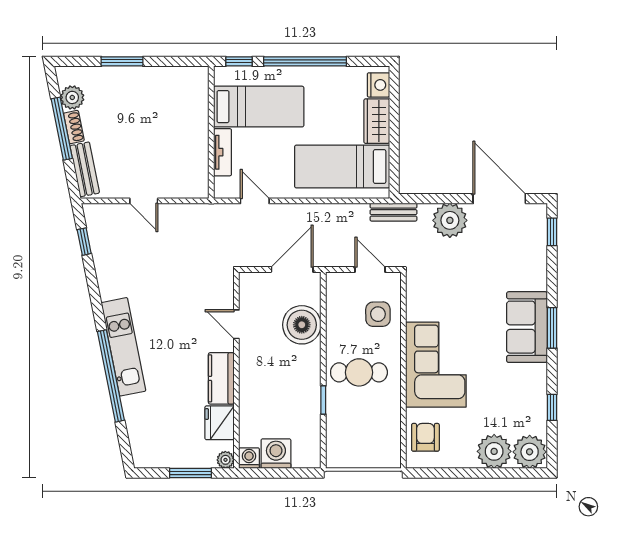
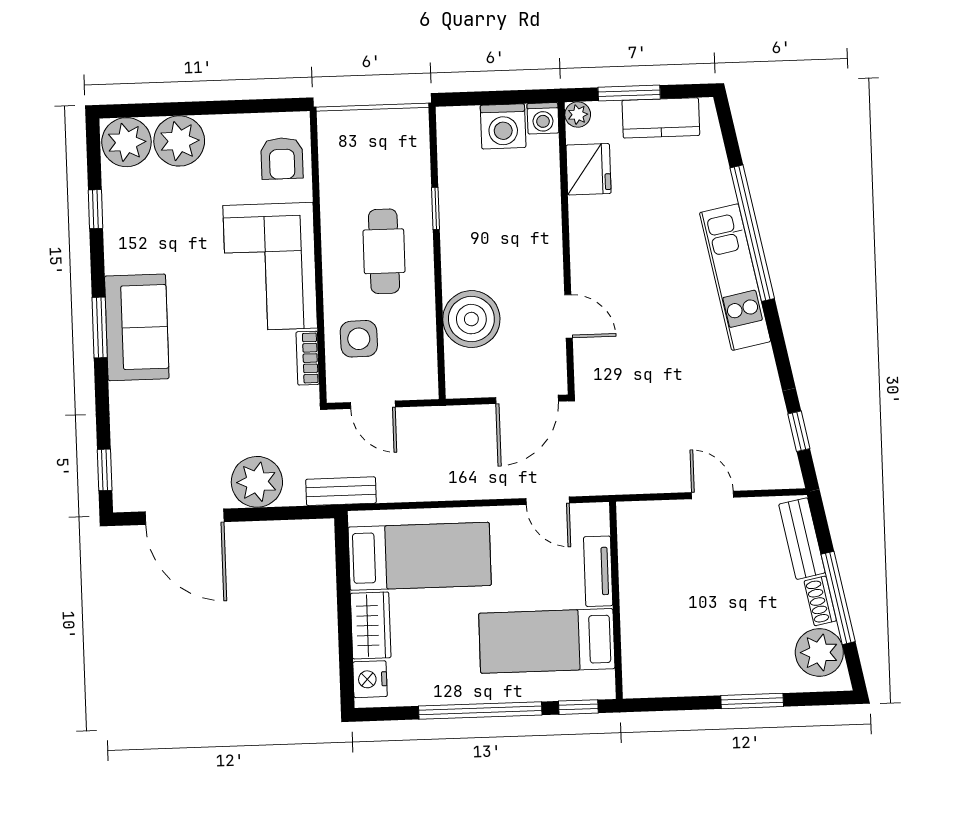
plant: (72, 97) -> (819, 652), width x1.36, depth x1.36
door: (292, 269) -> (527, 399), moved
bookcase: (413, 302) -> (308, 358), added
cafe table: (359, 372) -> (384, 251), turned 90
kitchen counter: (221, 378) -> (661, 118), moved, turned 90

